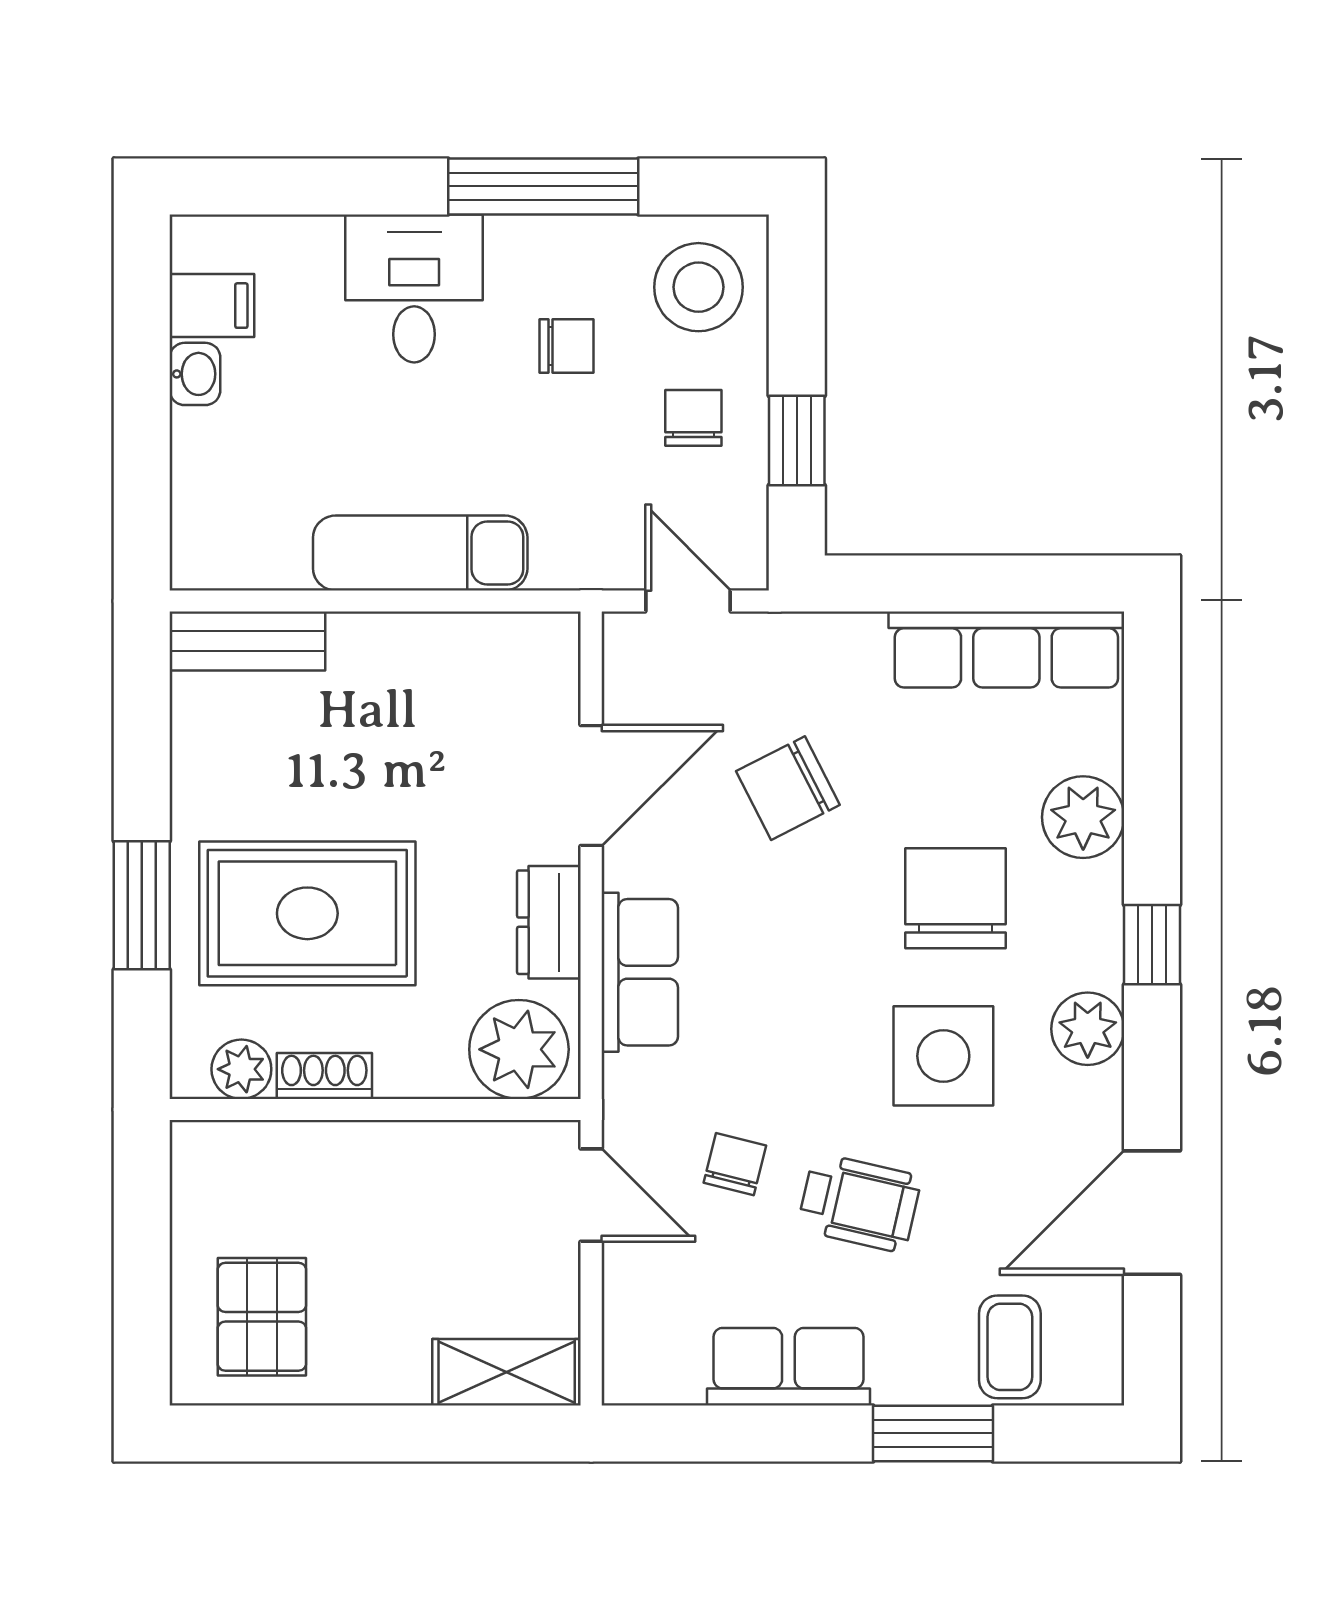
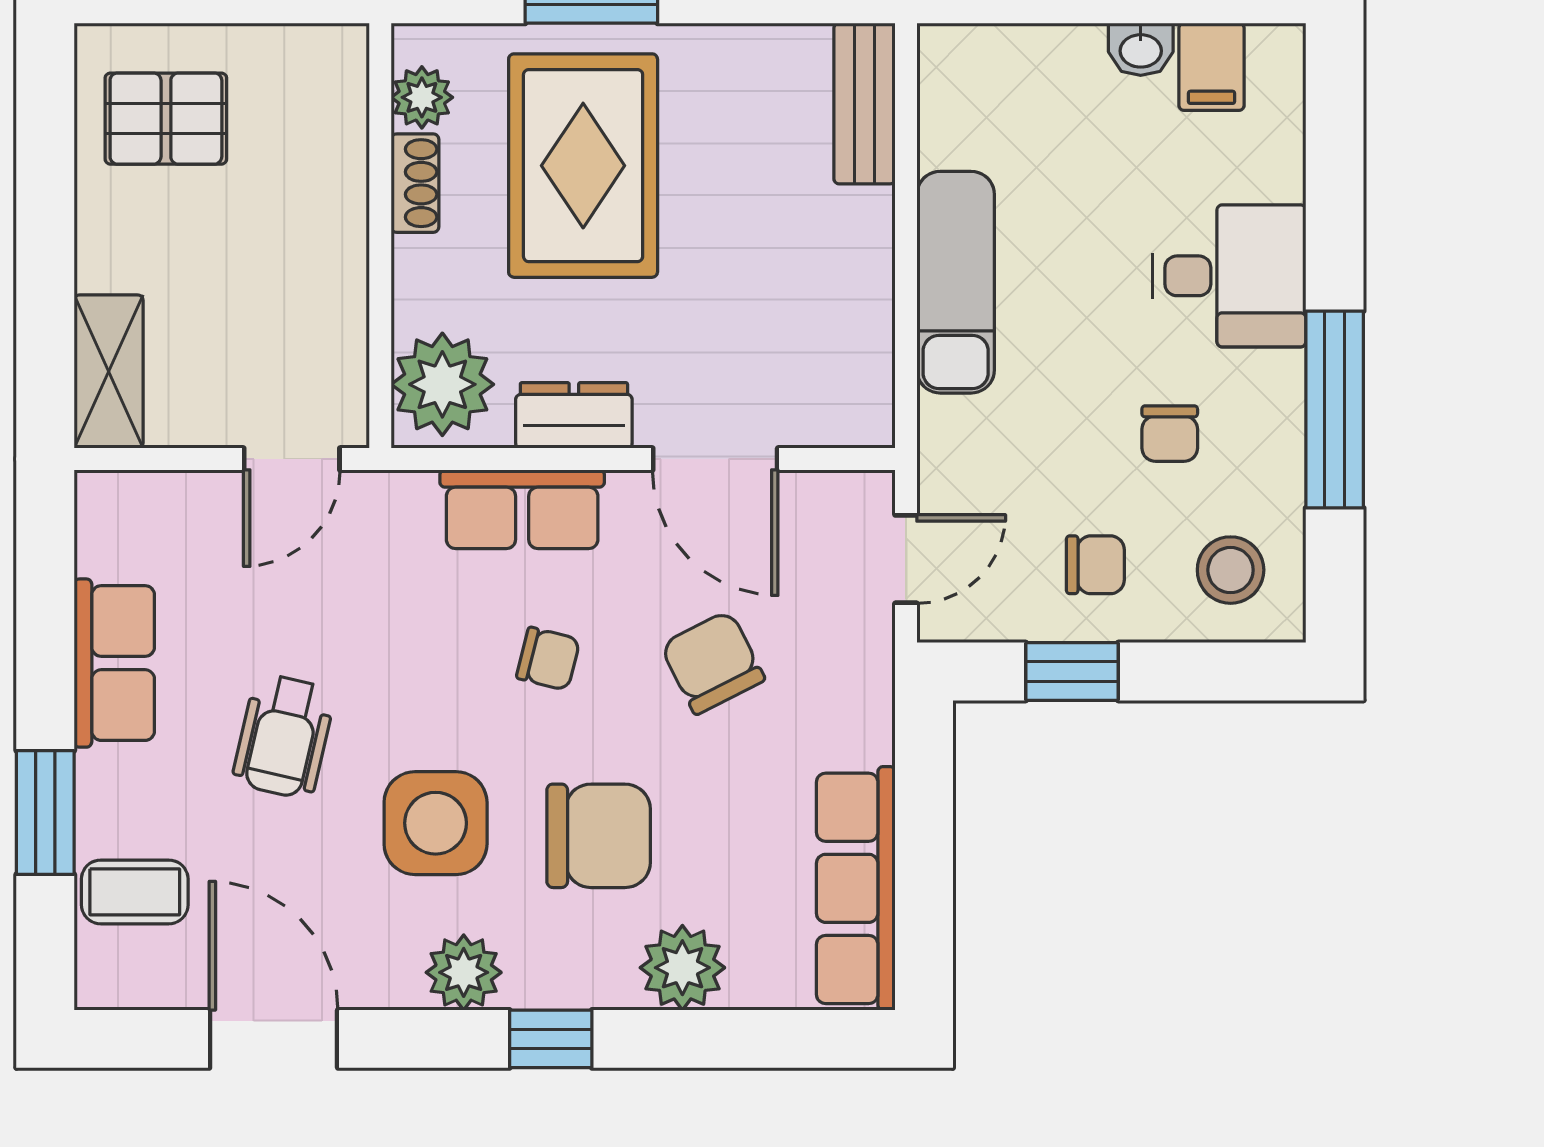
stool: (698, 287) -> (1231, 570), width x0.73, depth x0.73
chair: (735, 1164) -> (548, 659), moved

